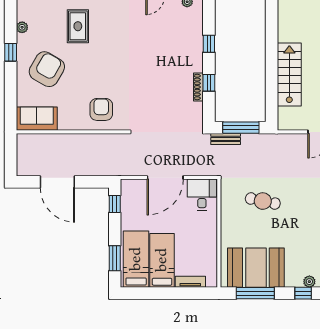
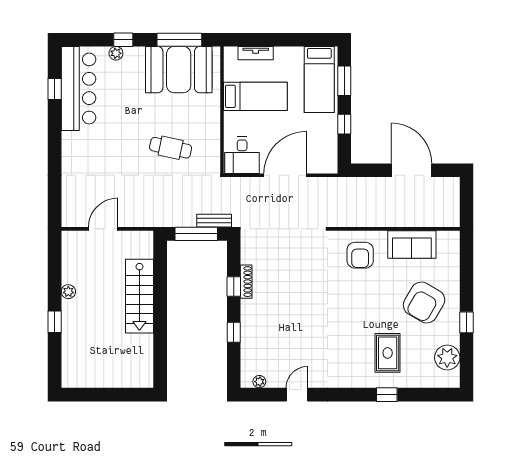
plant: (22, 27) -> (447, 358), width x1.88, depth x1.88
sofa: (37, 119) -> (412, 244), moved
window: (115, 204) -> (344, 124), moved
bed: (162, 260) -> (255, 96), moved, turned -90

